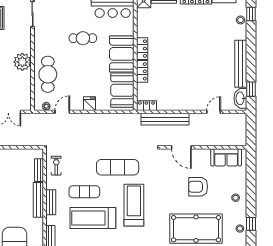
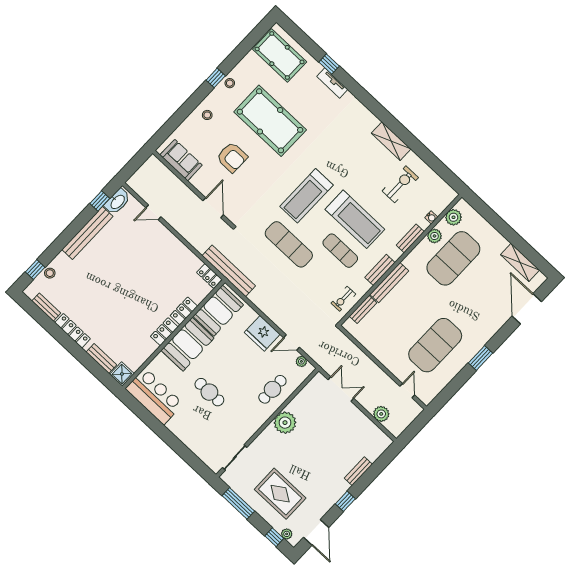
cafe table: (48, 74) -> (272, 389), width x0.73, depth x0.74
fridge: (90, 104) -> (262, 333), width x1.88, depth x1.34
bench: (165, 119) -> (229, 271), moved

